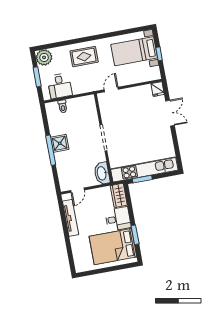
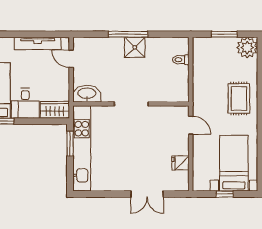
desk: (60, 86) -> (207, 61), removed
fridge: (158, 89) -> (180, 163), moved

